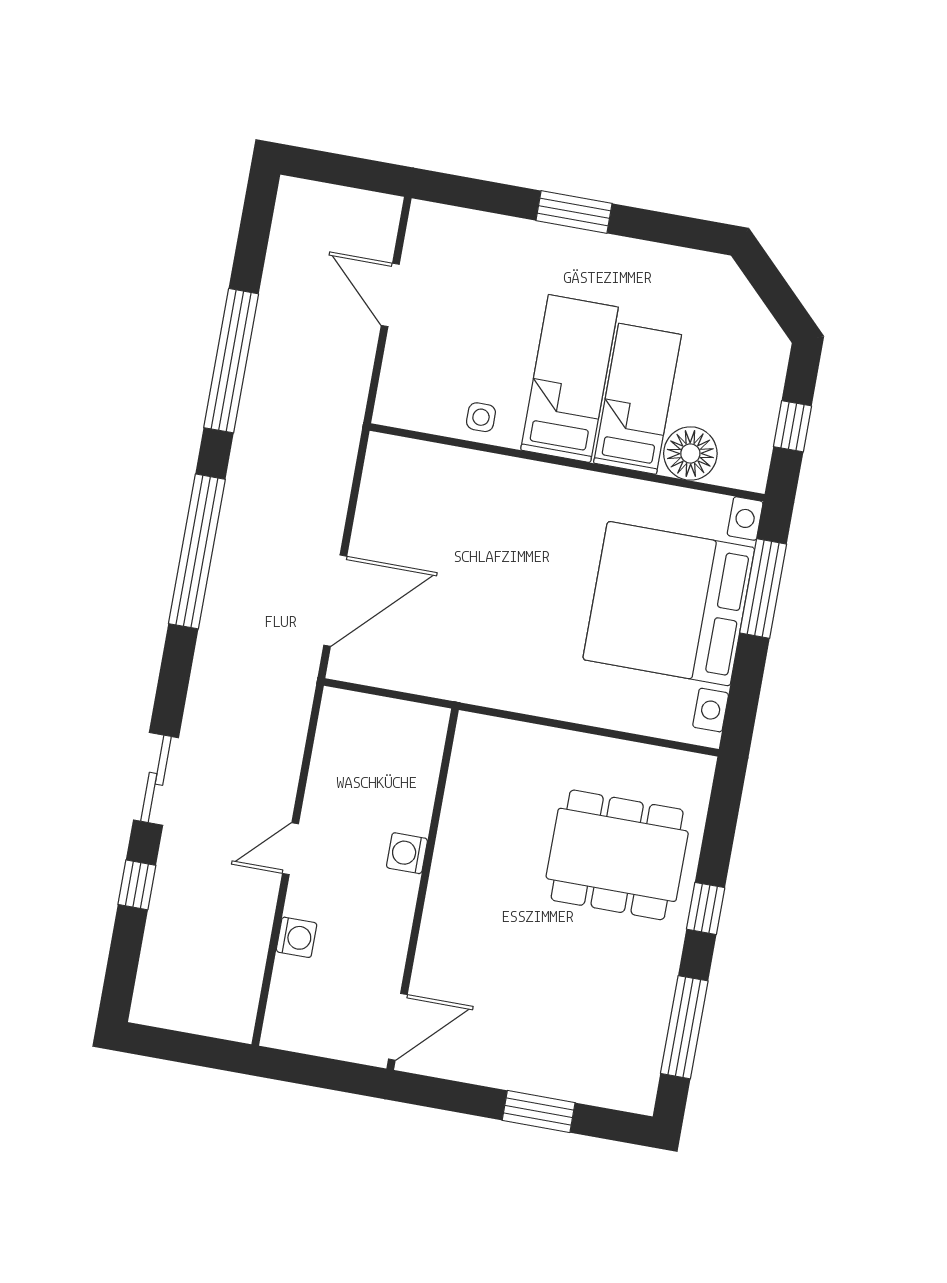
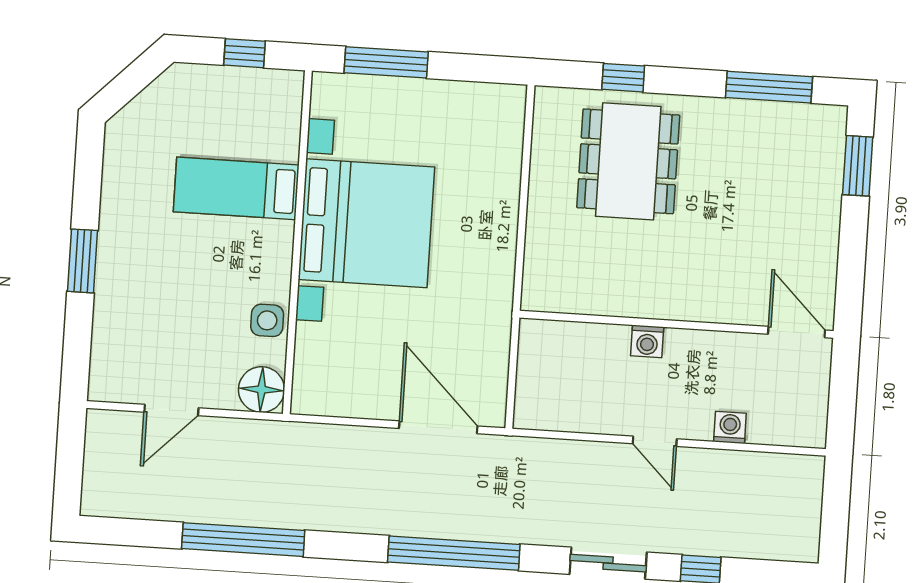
bed: (569, 379) -> (225, 249), removed
side table: (481, 417) -> (267, 320), width x1.37, depth x1.37
floor lamp: (690, 454) -> (261, 390), moved
window: (197, 551) -> (454, 553), moved
bed with nightstands: (669, 604) -> (366, 223), moved, turned -90
window: (706, 908) -> (623, 78), moved
window: (539, 1111) -> (858, 166), moved

